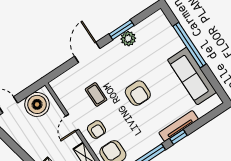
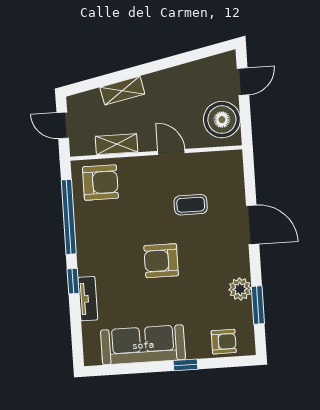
window: (122, 30) -> (258, 305), moved
window: (190, 45) -> (185, 365), width x0.32
tv unit: (179, 126) -> (88, 299), width x0.71
armchair: (97, 129) -> (224, 342), moved, turned 180

